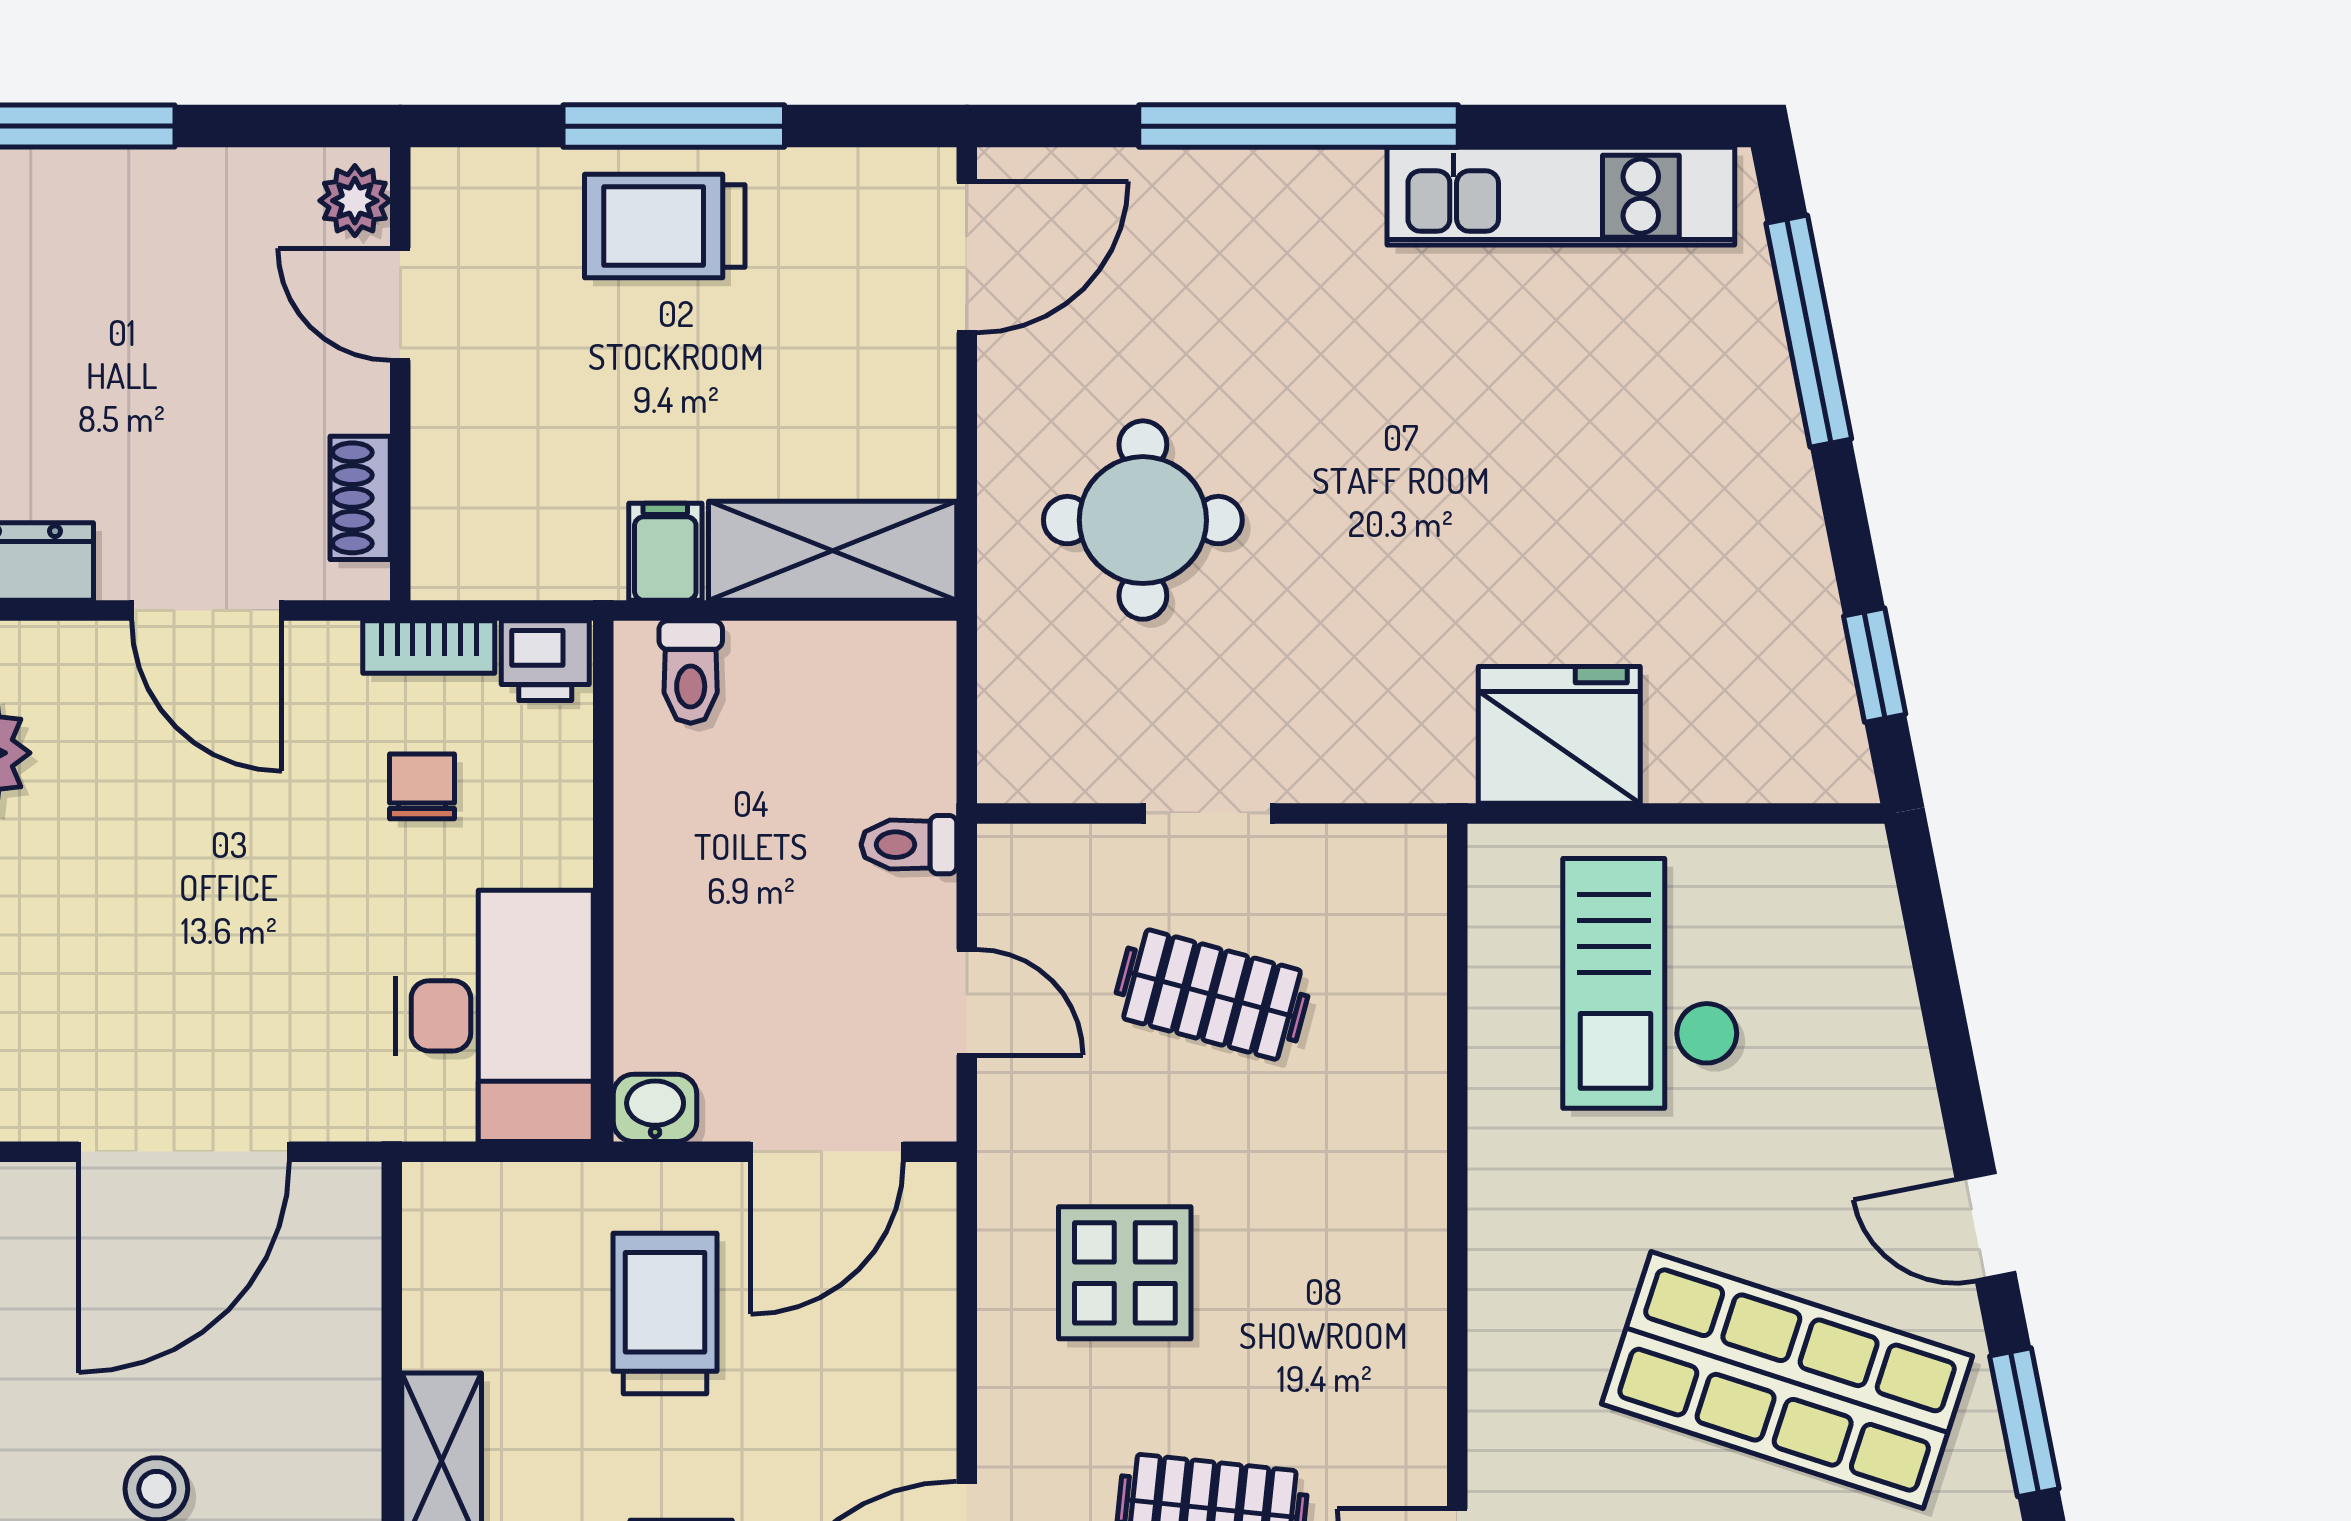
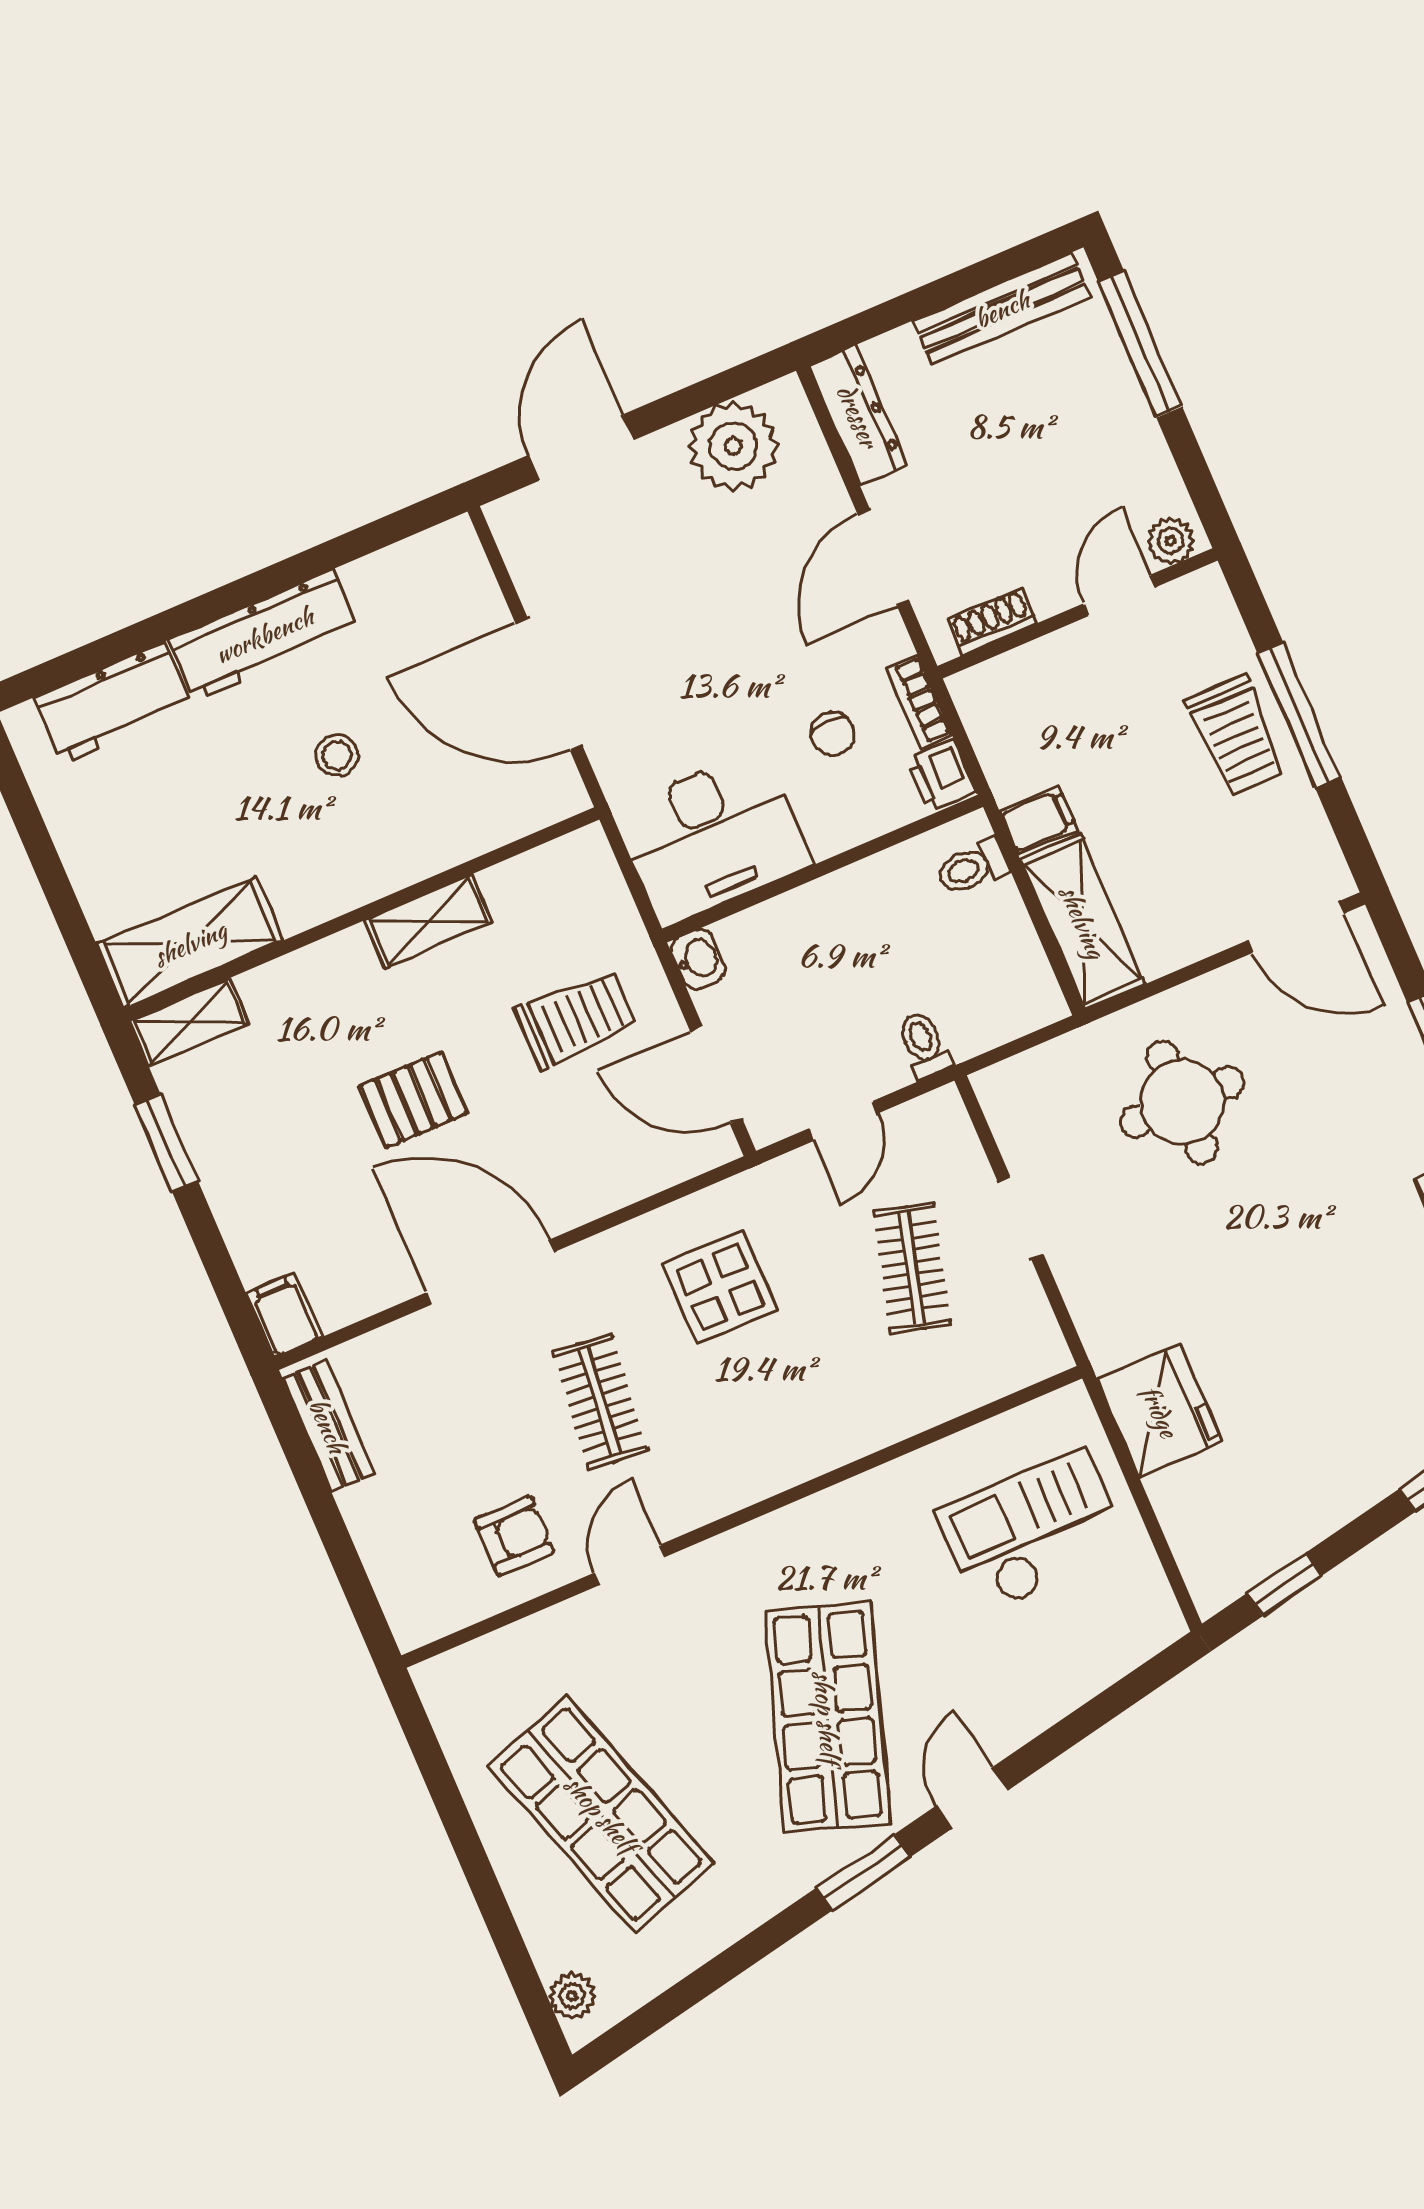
trolley: (665, 226) -> (1236, 735), turned 180
chair: (422, 786) -> (833, 734), turned 90

